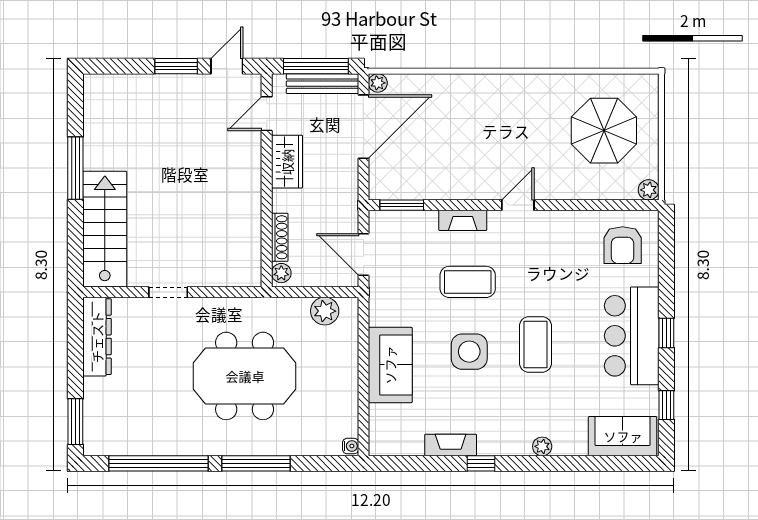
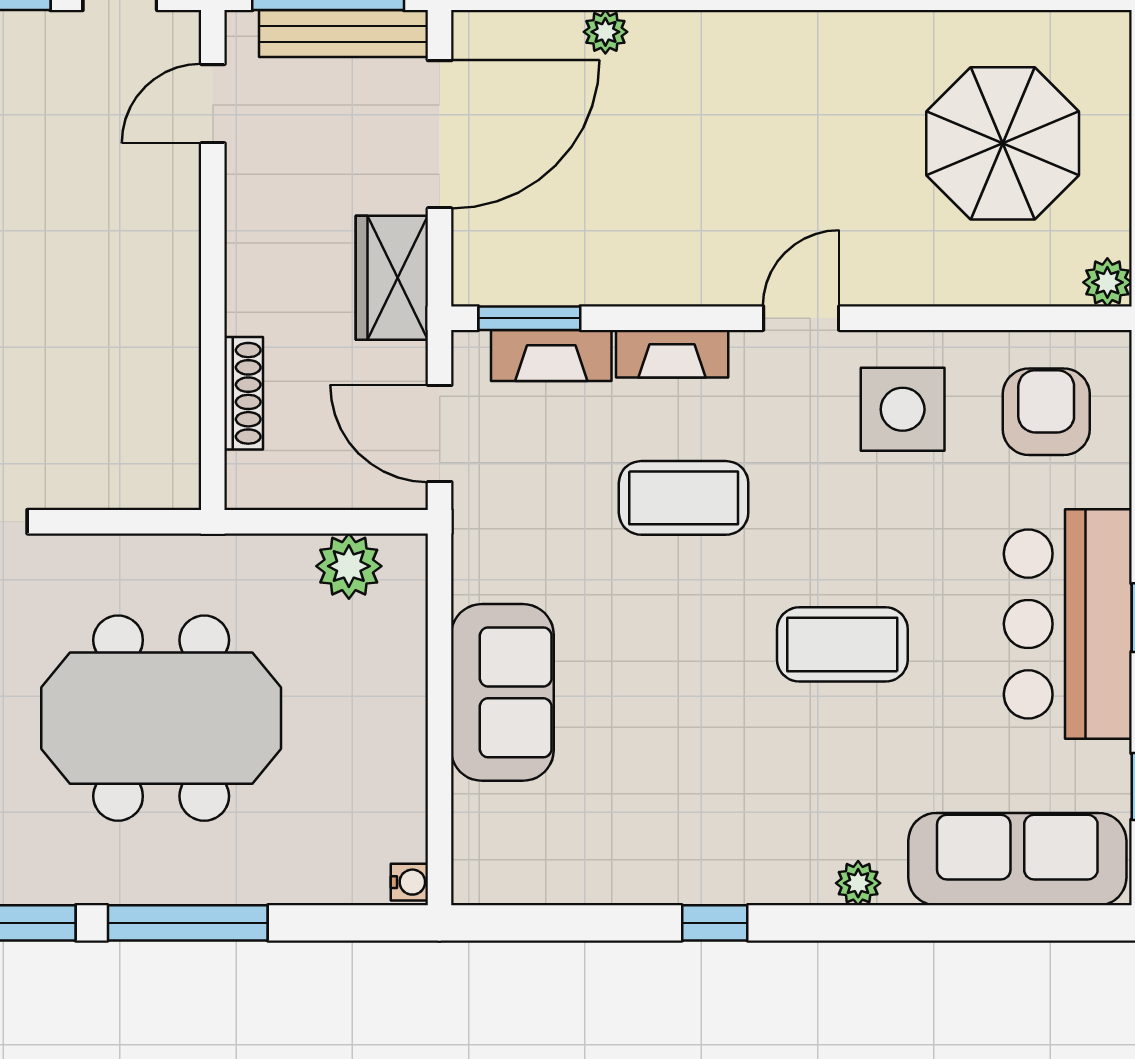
plant: (378, 83) -> (605, 32), moved
wardrobe: (287, 162) -> (392, 278), moved, turned 180
armchair: (623, 245) -> (1046, 412), turned 180
plant: (281, 273) -> (247, 477), removed
coffee table: (535, 345) -> (842, 644), turned 90
side table: (469, 352) -> (903, 409), moved
sofa: (623, 436) -> (1017, 859), width x1.36
fireplace: (451, 445) -> (551, 355), moved, turned 180

